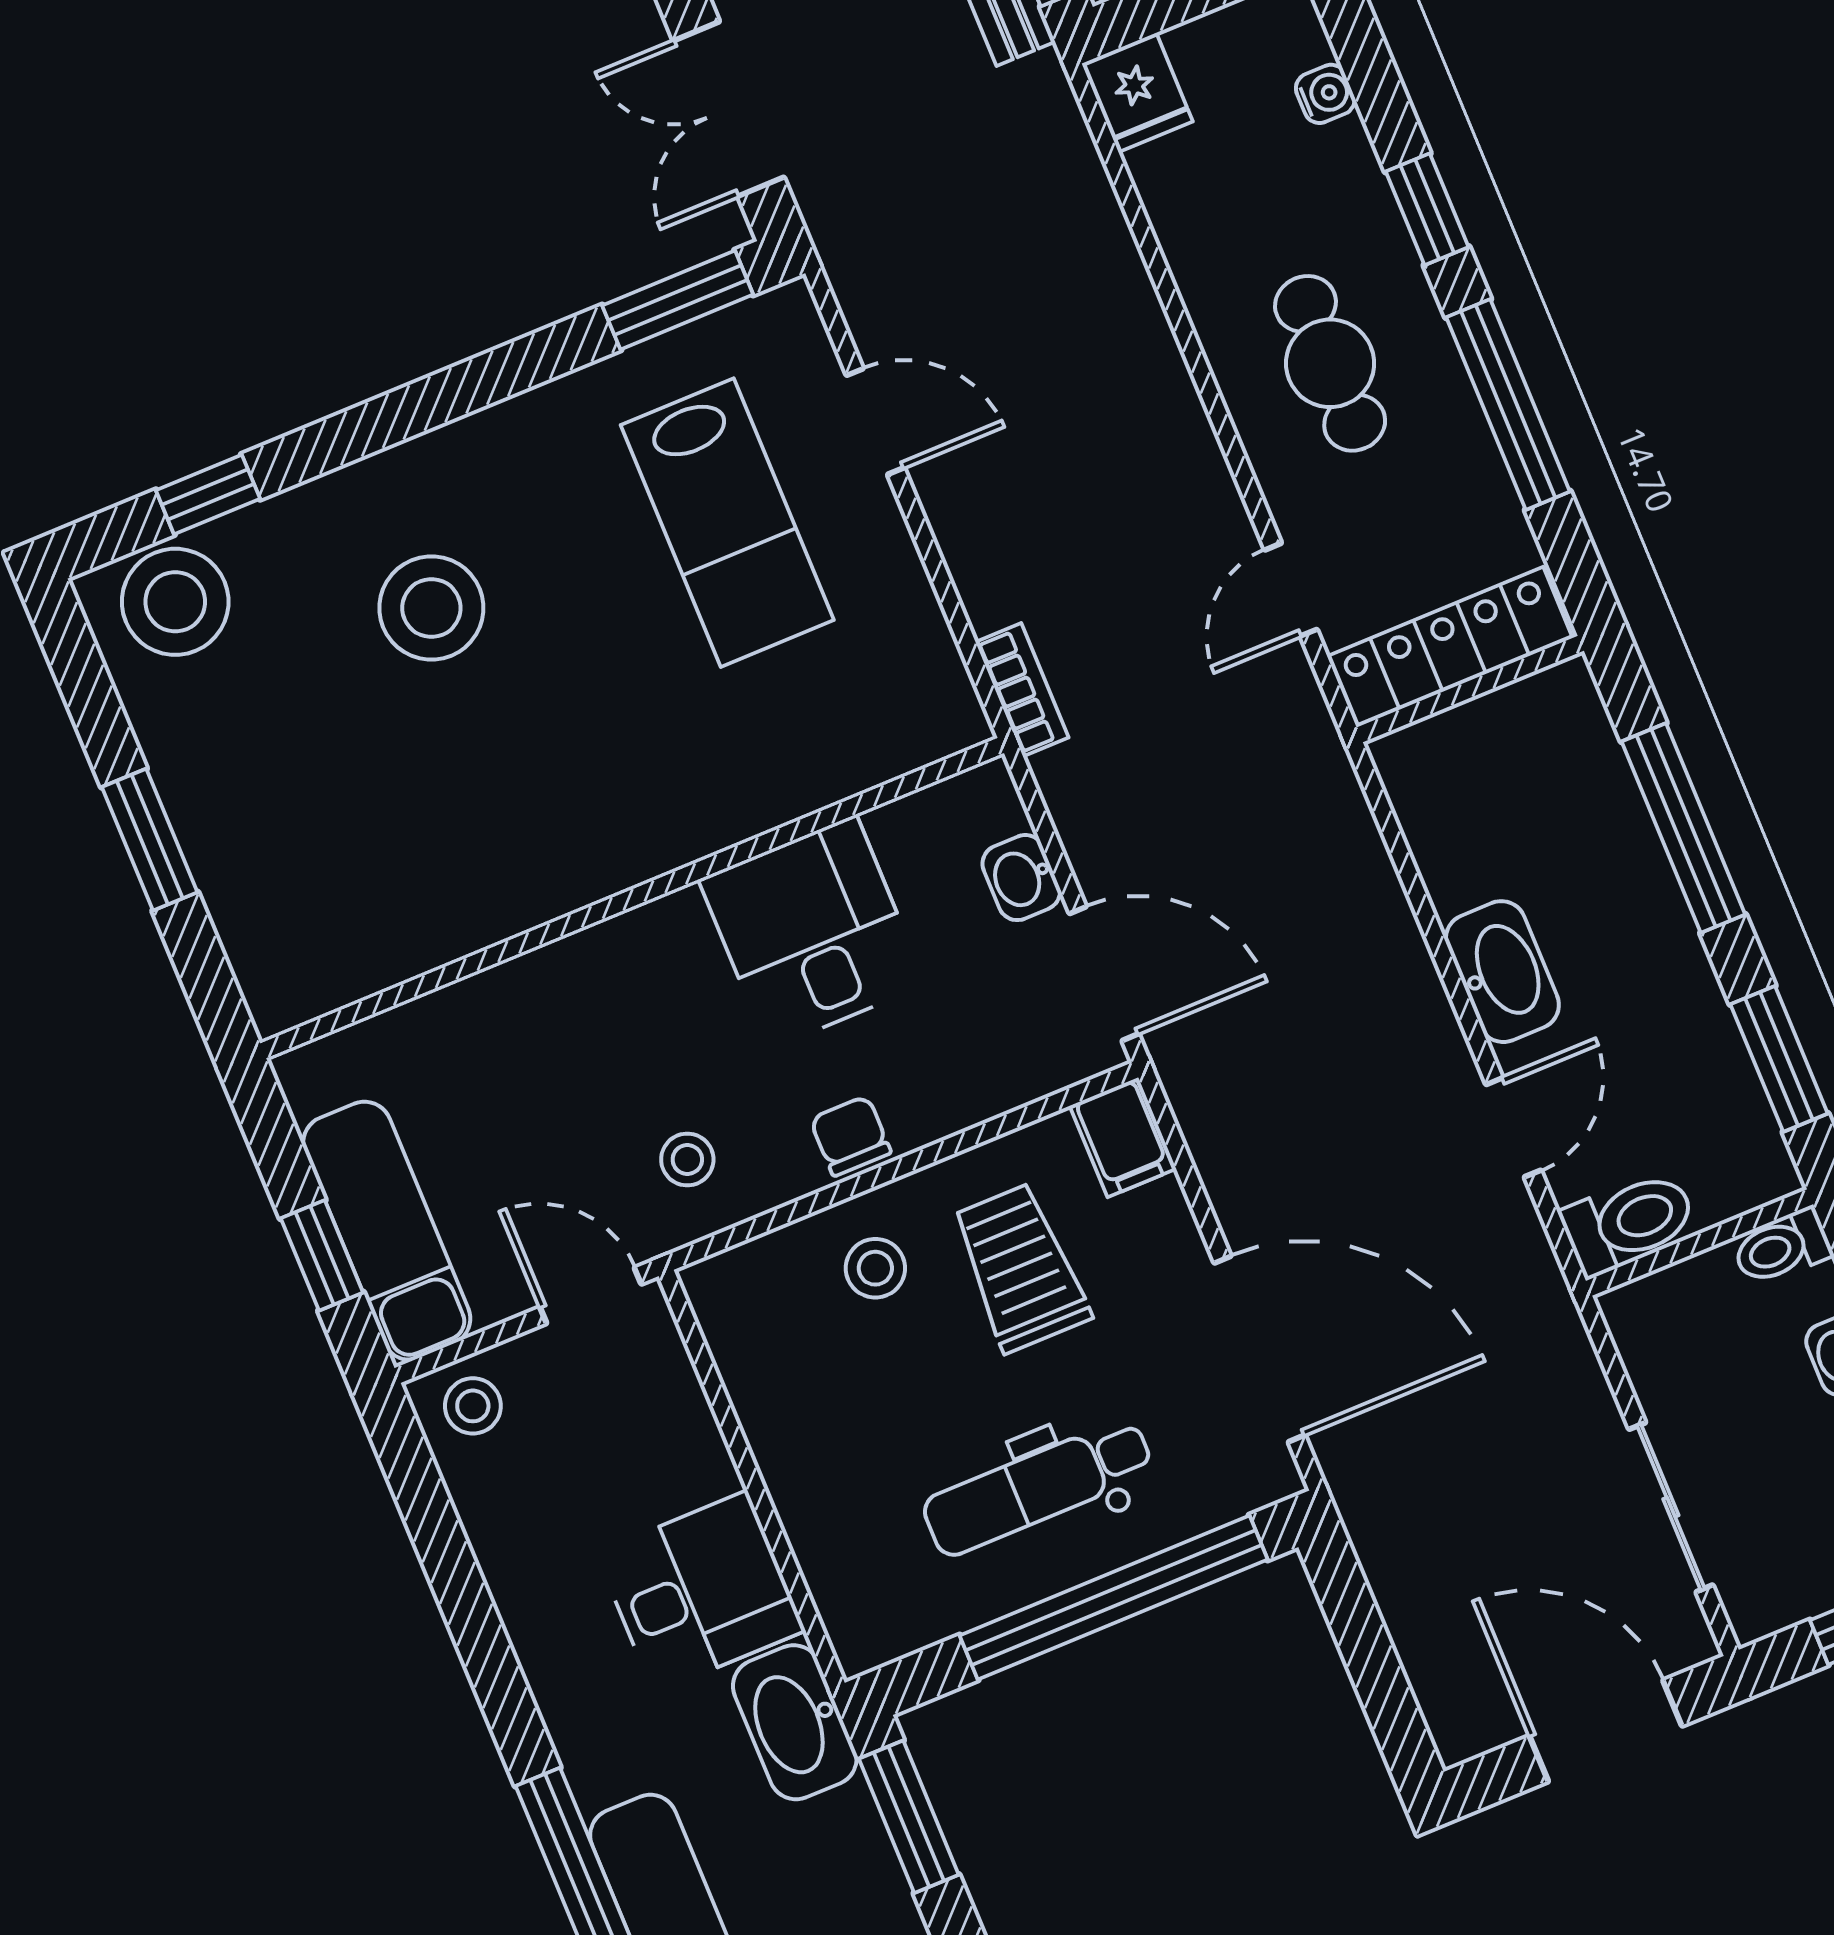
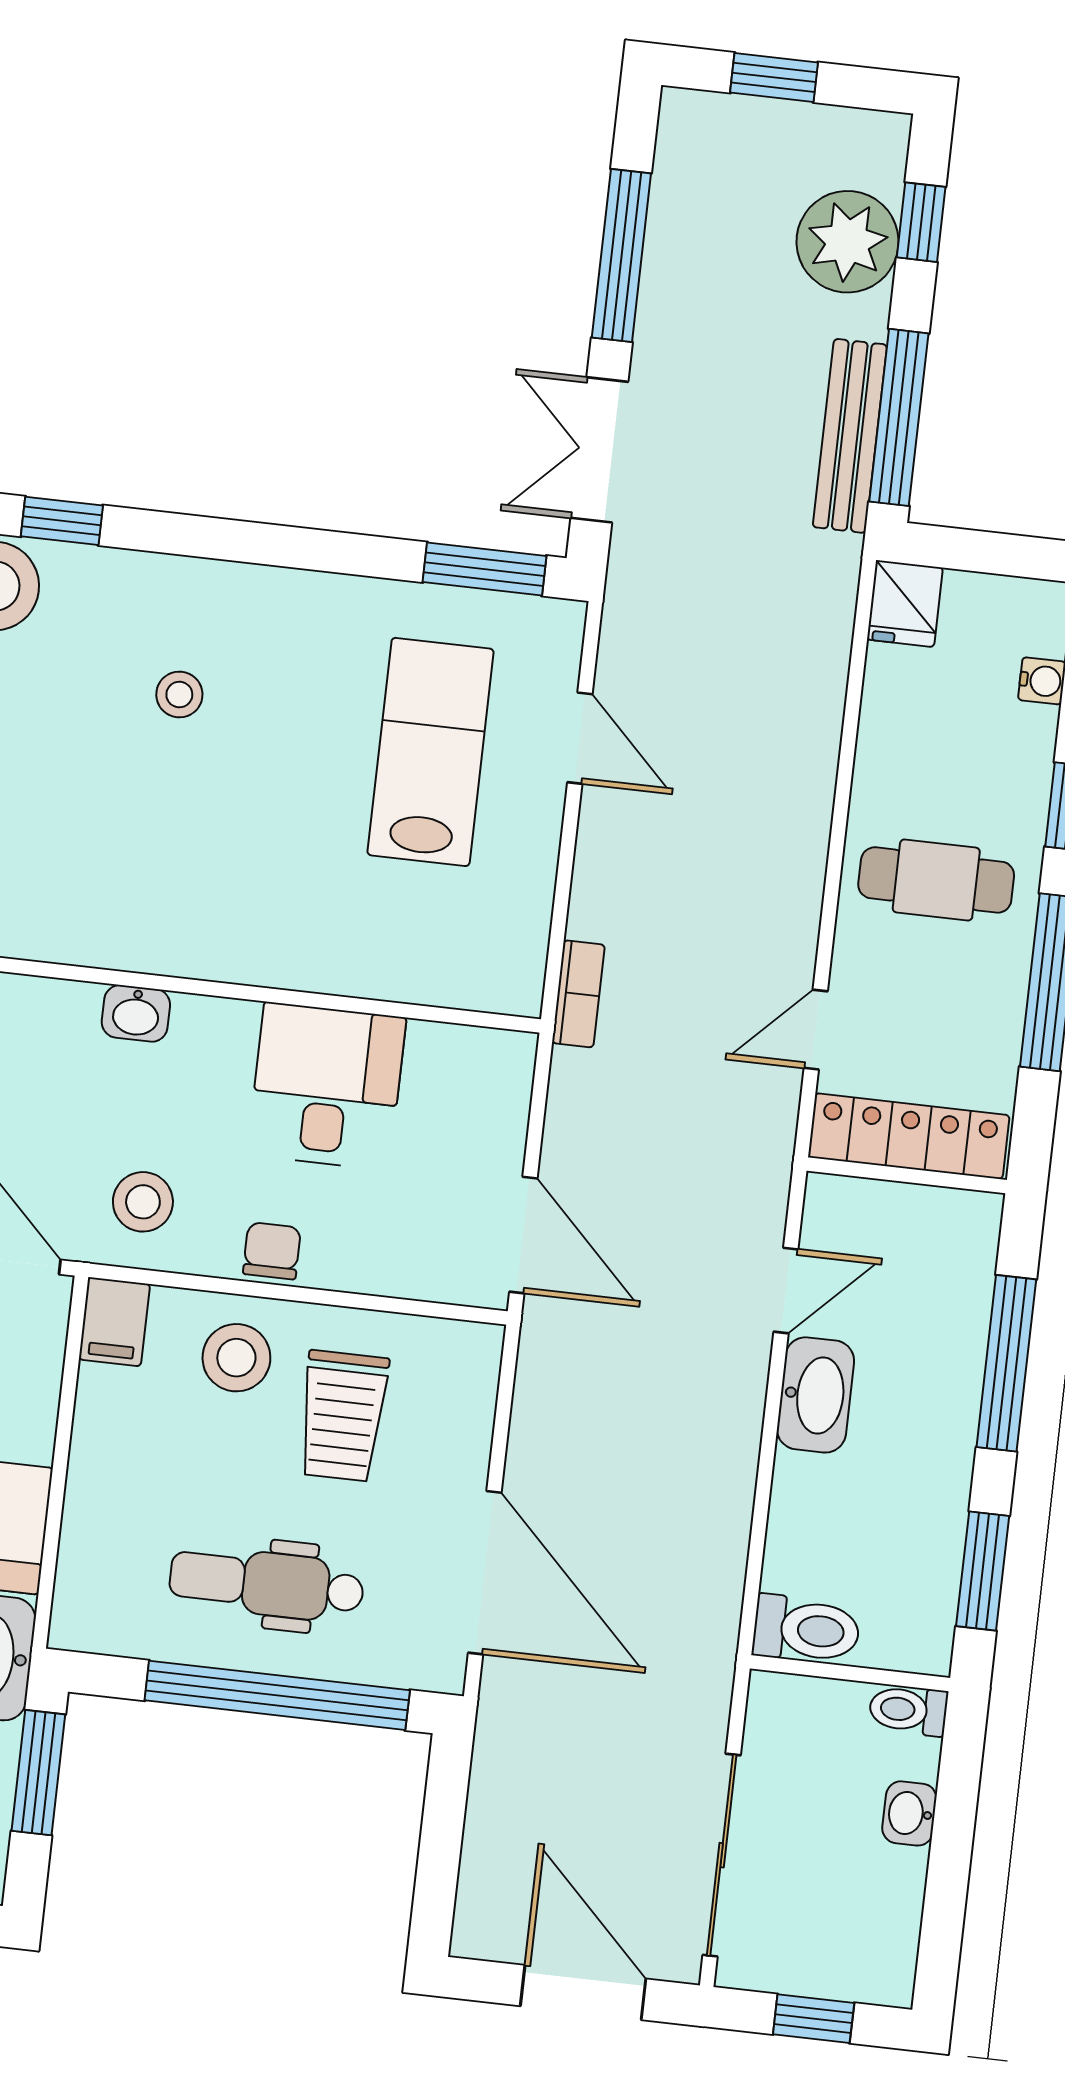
cafe table: (1330, 363) -> (936, 880), turned 90
lab bench: (727, 523) -> (431, 752), turned 180
stool: (431, 608) -> (179, 695), width x0.53, depth x0.53
washbasin: (1021, 878) -> (136, 1013), moved, turned -90
door: (1514, 1127) -> (786, 1291), moved
filing cabinet: (1123, 1137) -> (114, 1322), moved
stool: (687, 1160) -> (143, 1202), width x1.37, depth x1.37
stool: (875, 1268) -> (236, 1358), width x1.37, depth x1.37
trolley: (1020, 1268) -> (343, 1416), turned 180
sliding door: (1671, 1507) -> (722, 1855), width x1.37

